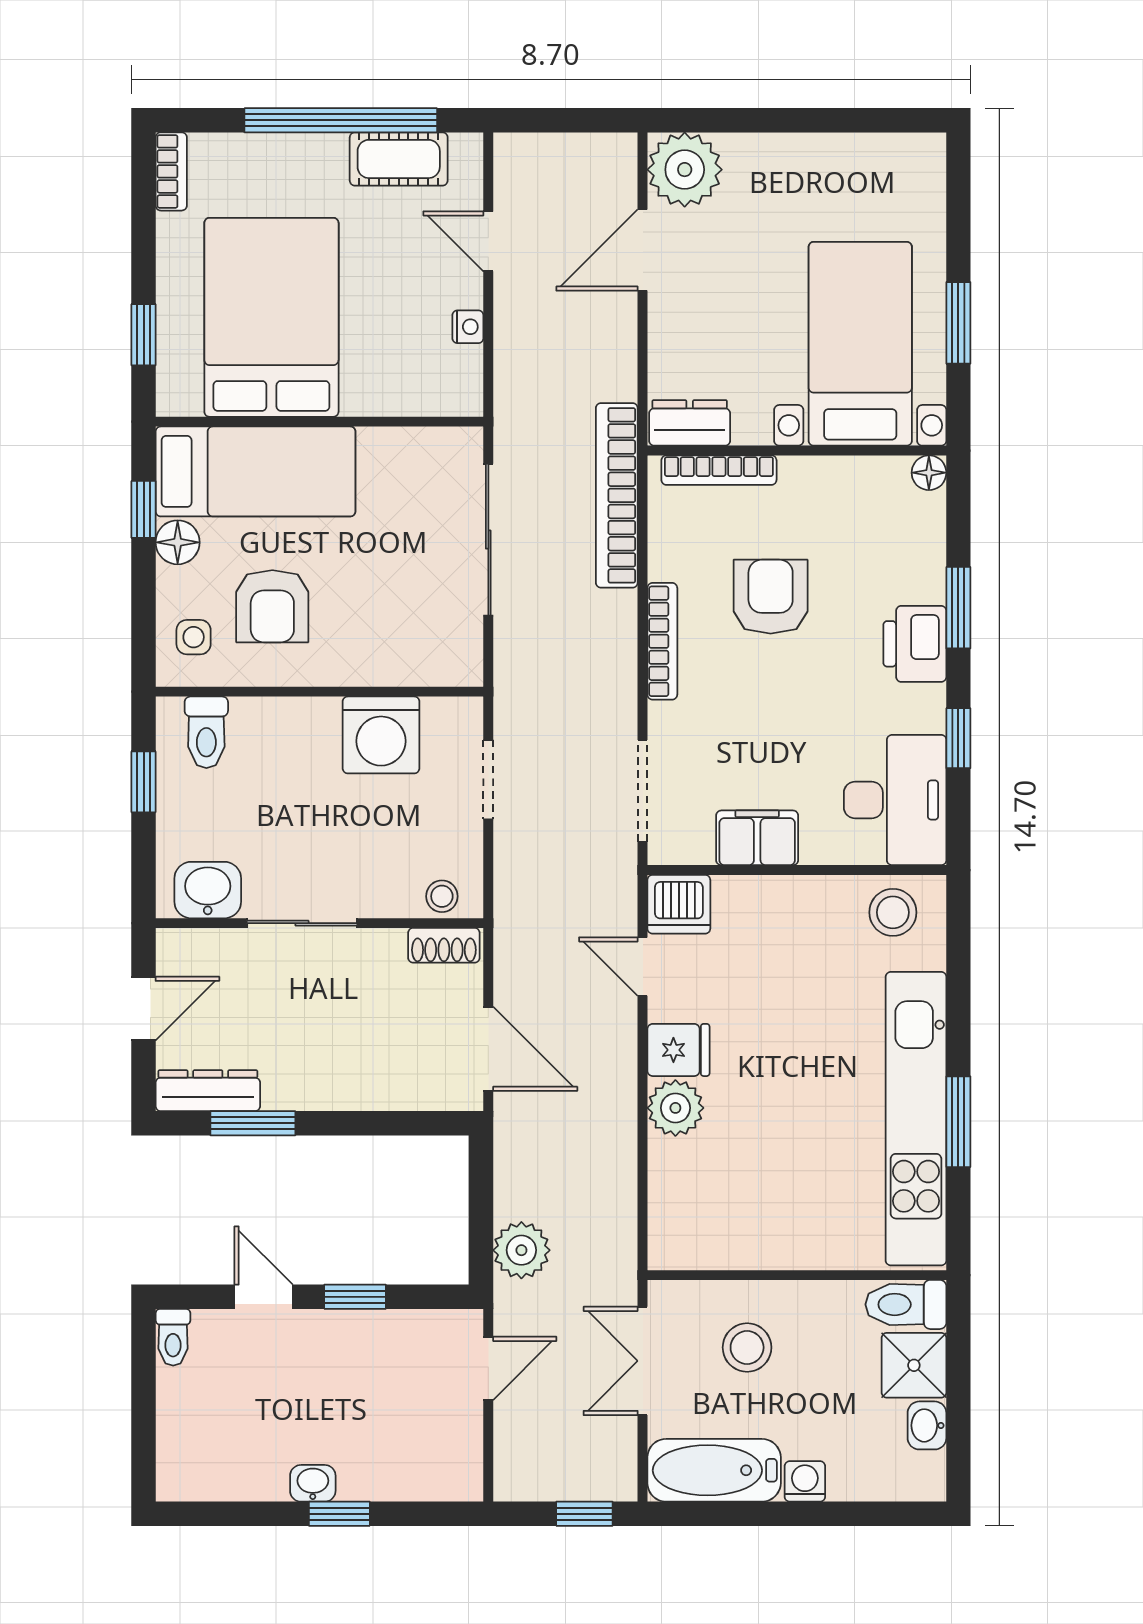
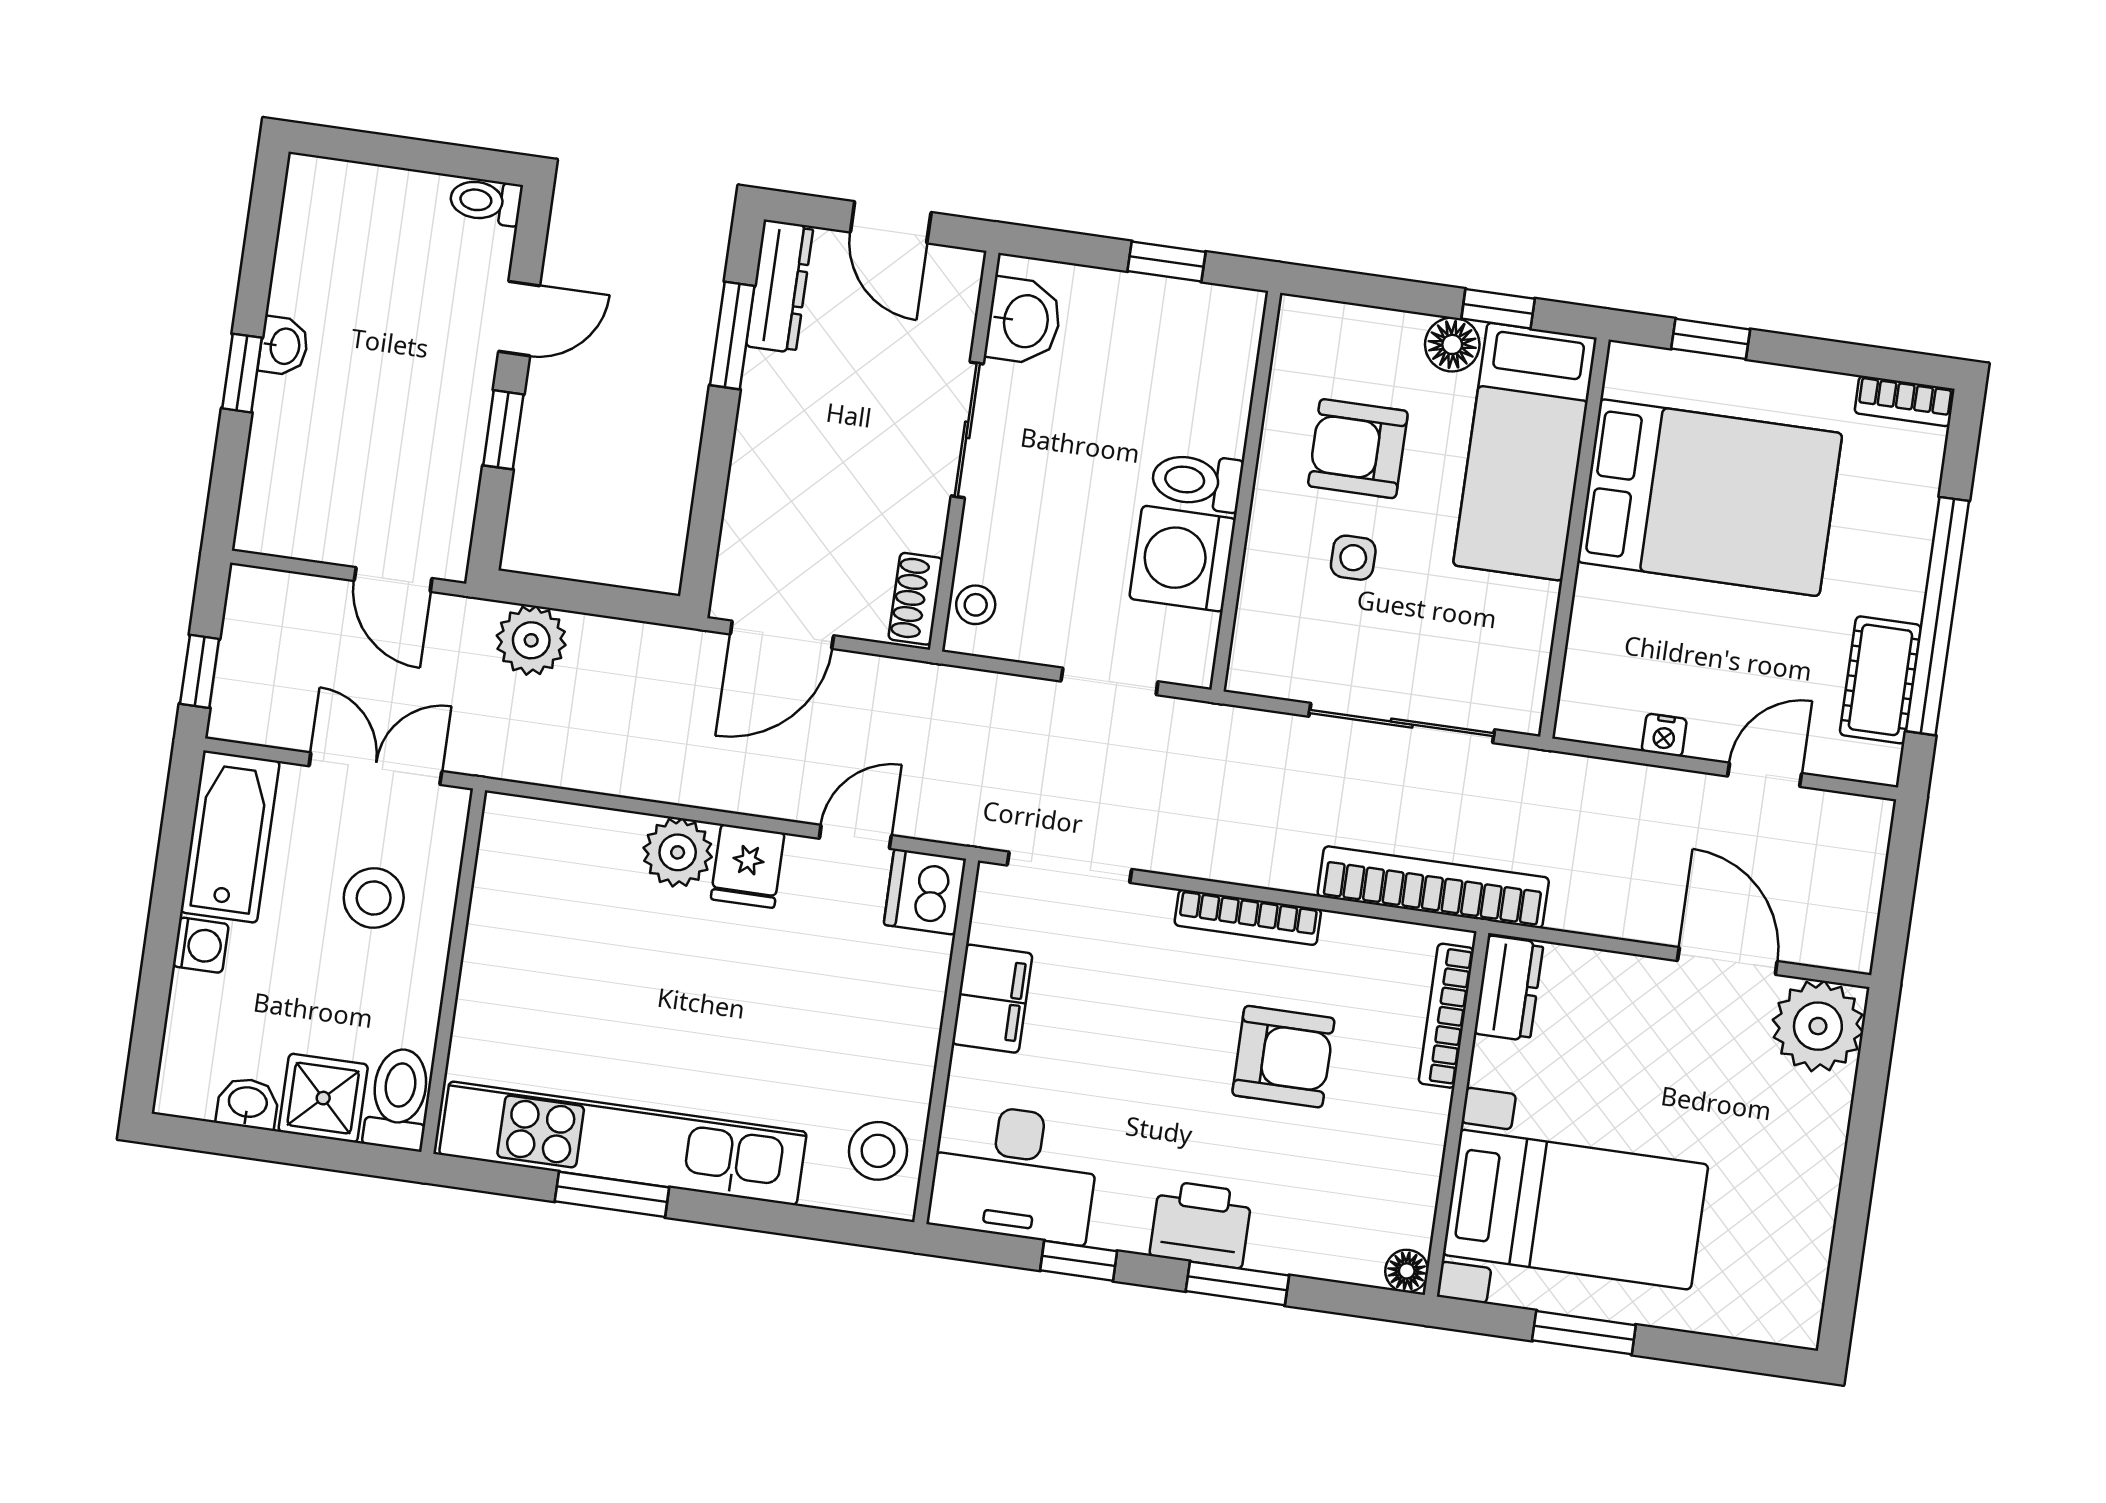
side table: (194, 637) -> (1353, 558), moved
toilet: (206, 732) -> (1197, 481), moved

